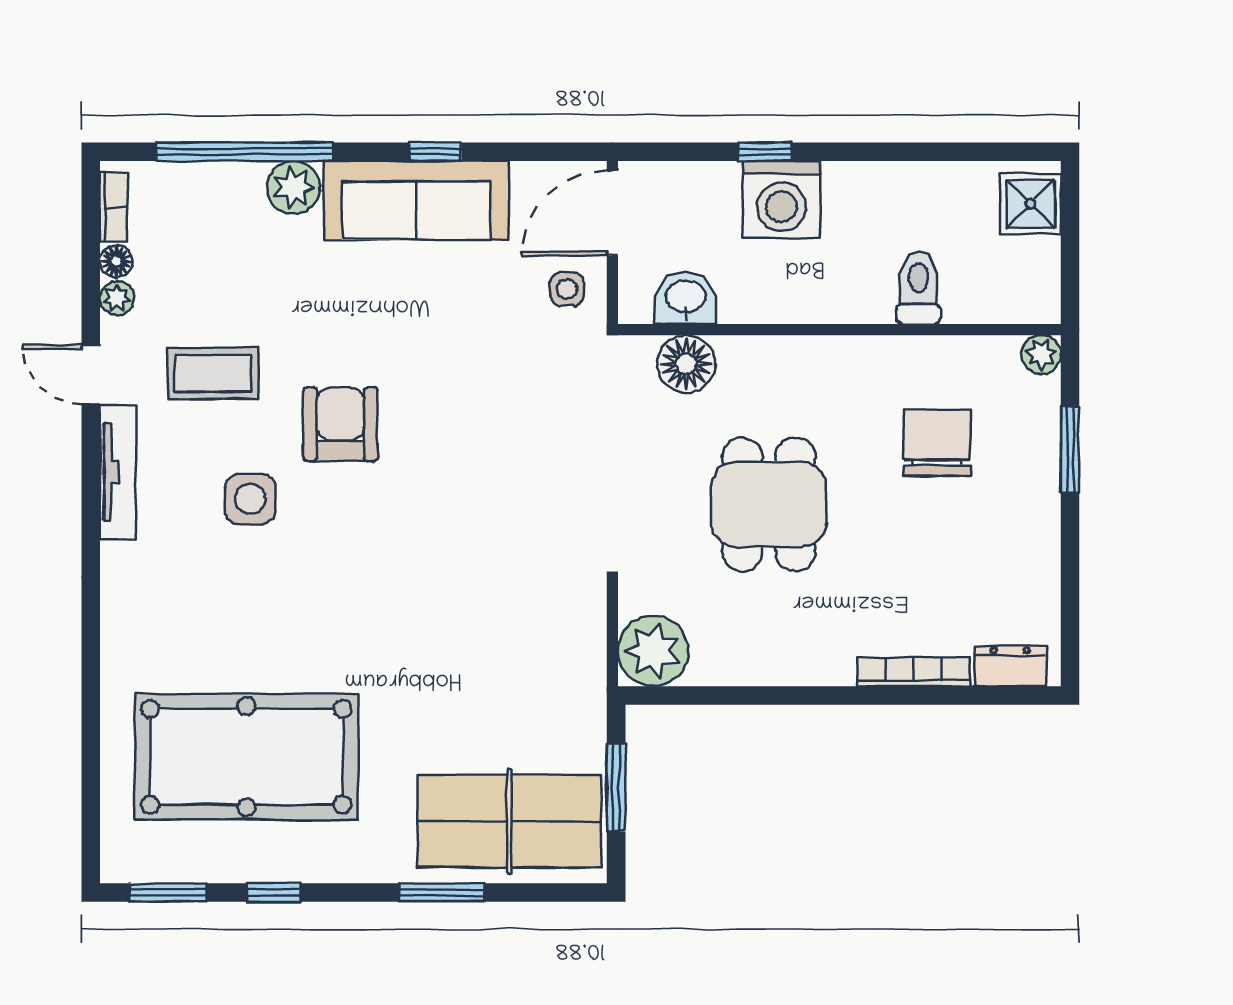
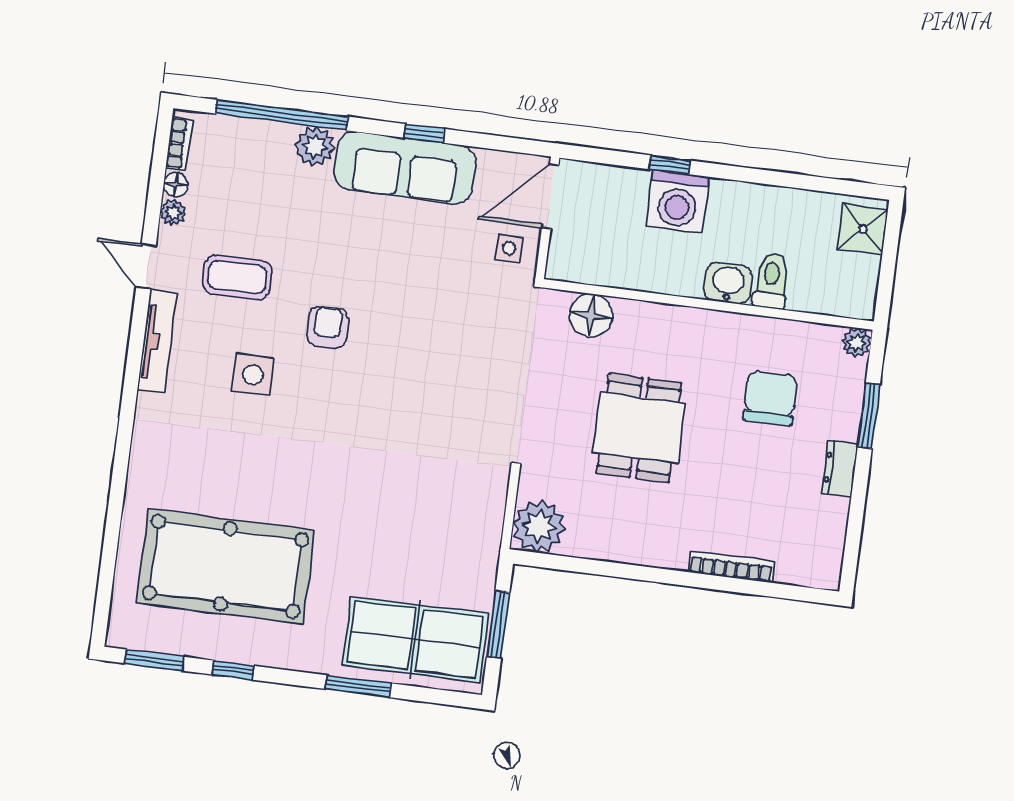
washbasin: (686, 298) -> (728, 283), moved
armchair: (341, 424) -> (327, 327), width x0.72, depth x0.72
dresser: (1010, 666) -> (840, 469), moved, turned -90

